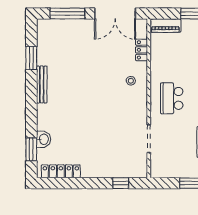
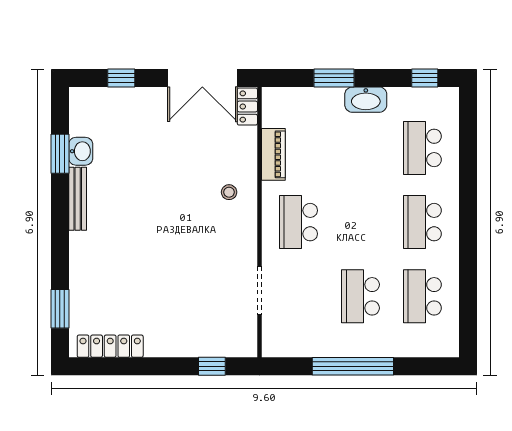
window: (67, 14) -> (121, 78), width x0.46
piano: (165, 26) -> (273, 154), moved, turned -90
locker: (142, 50) -> (247, 107), moved
washbasin: (44, 139) -> (81, 151), moved

